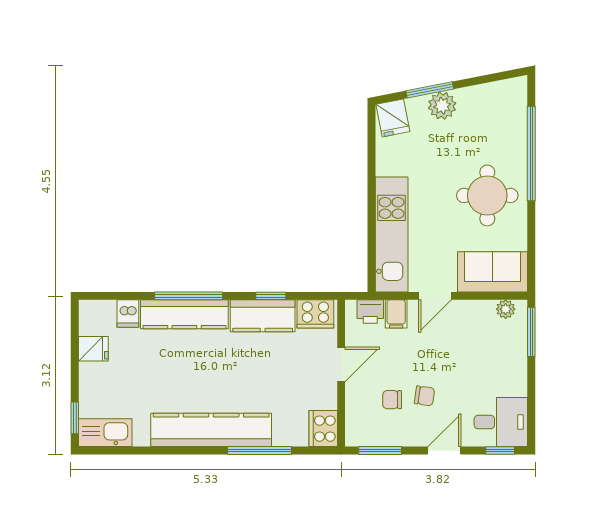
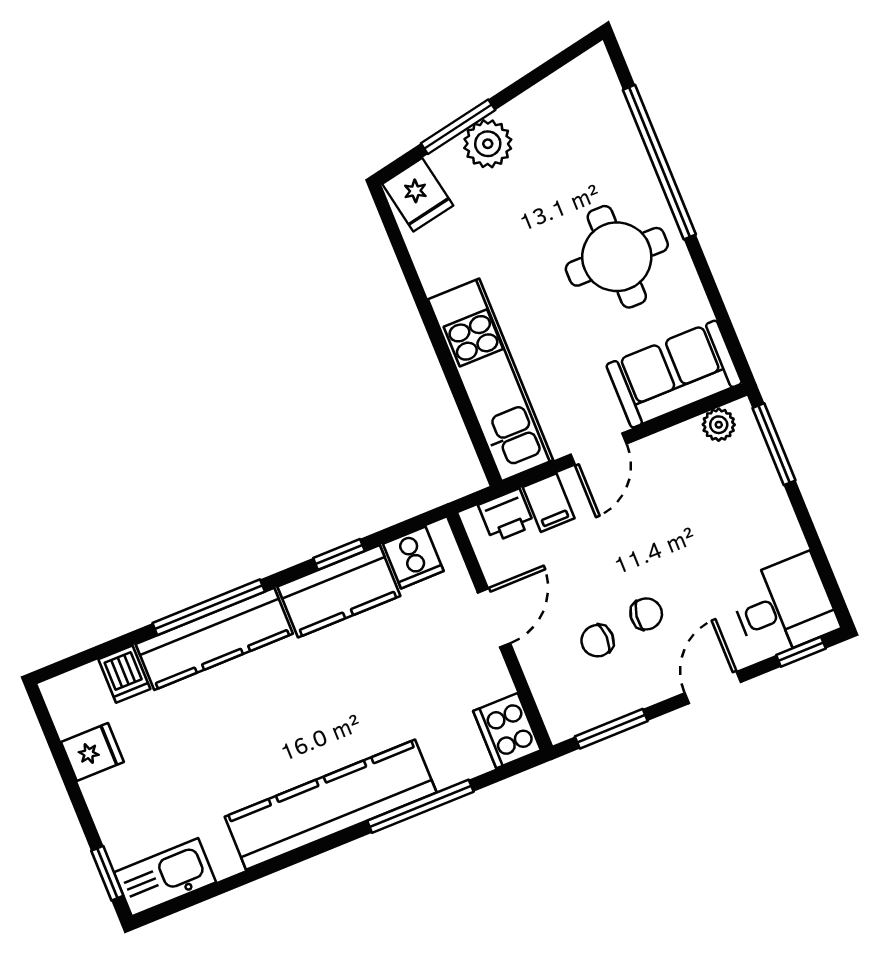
cooker: (315, 314) -> (413, 557), width x0.73

